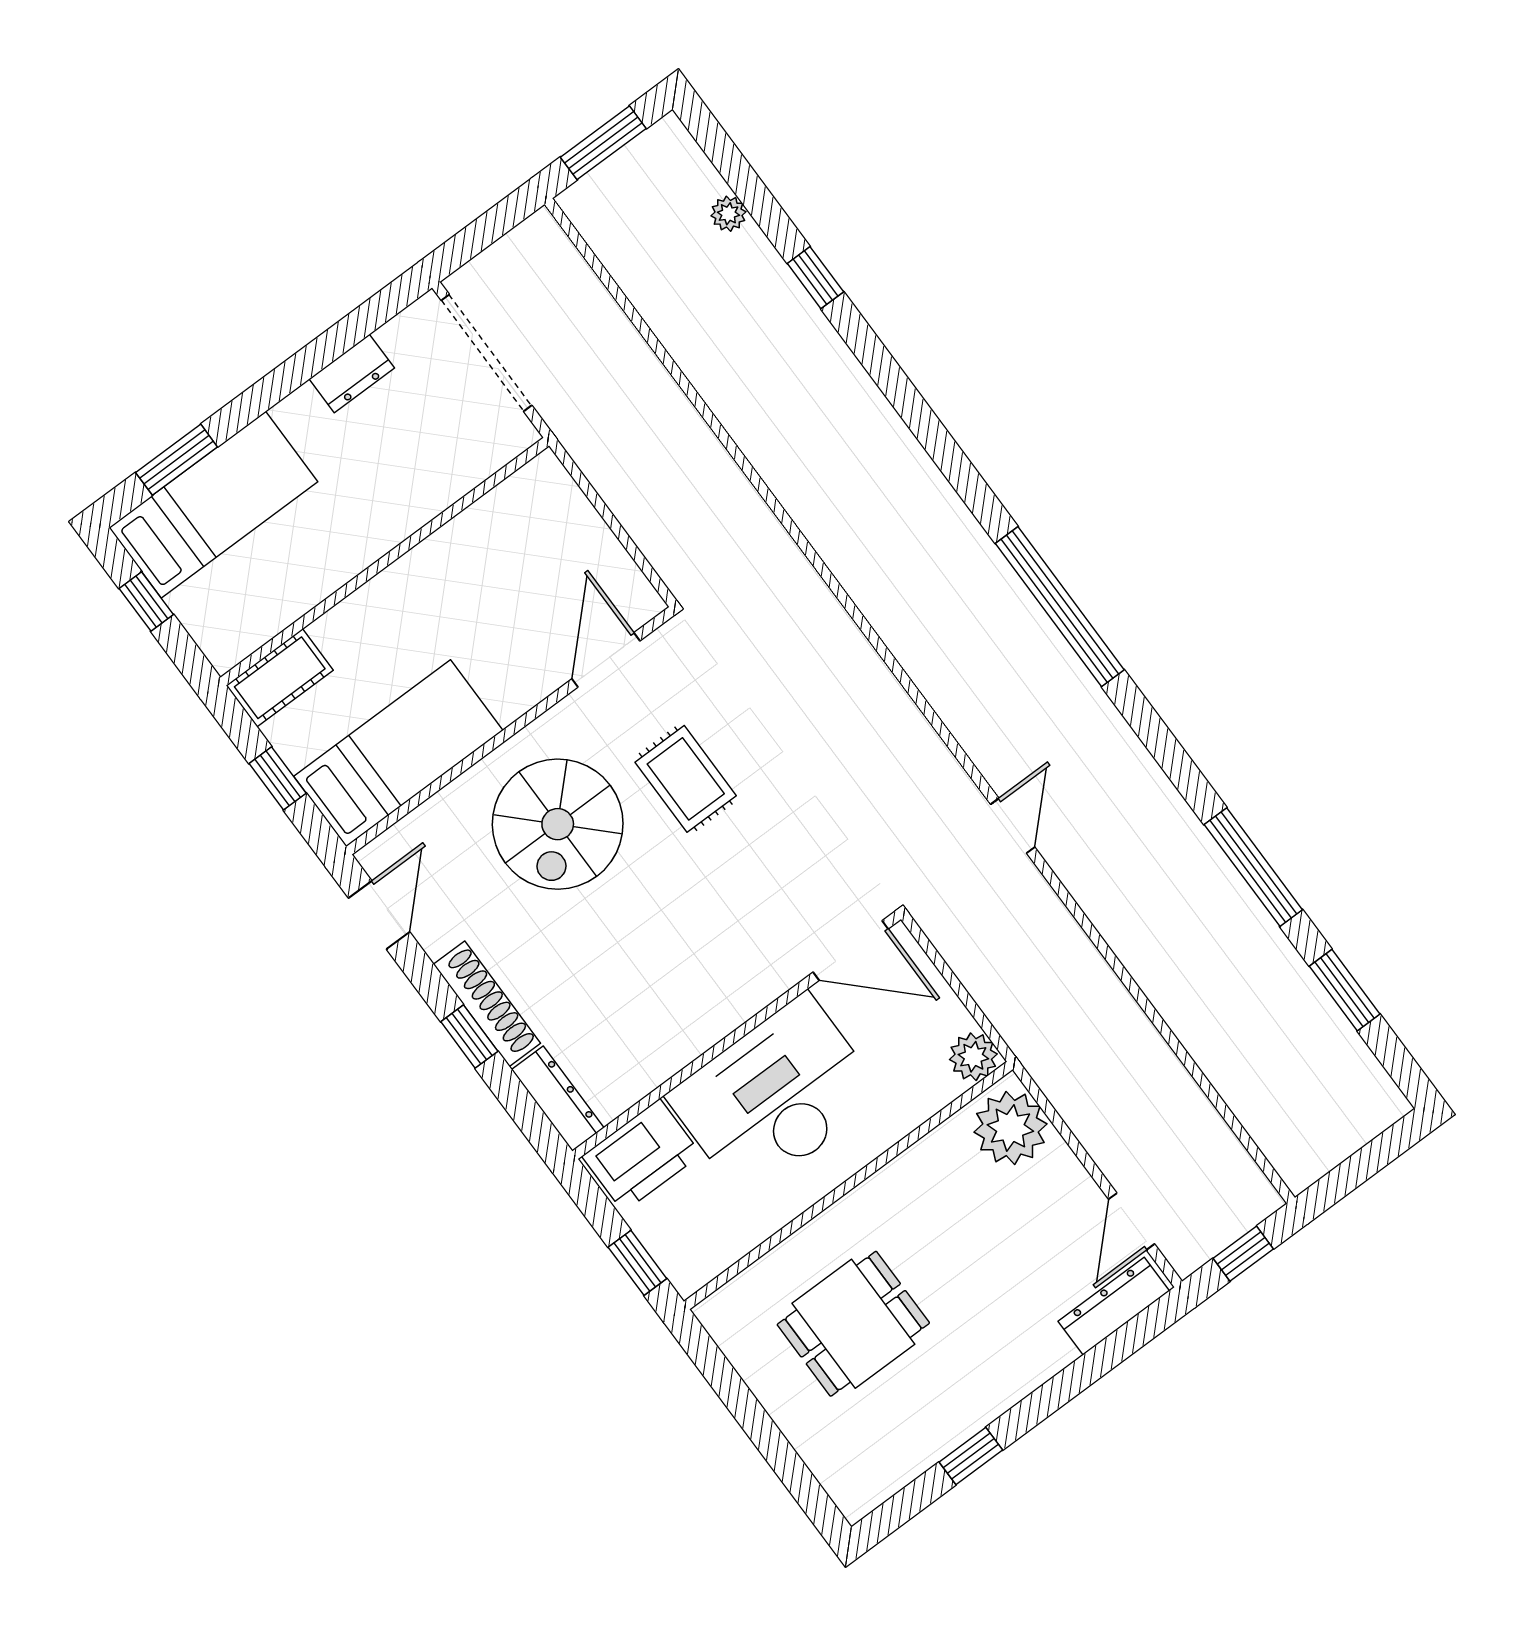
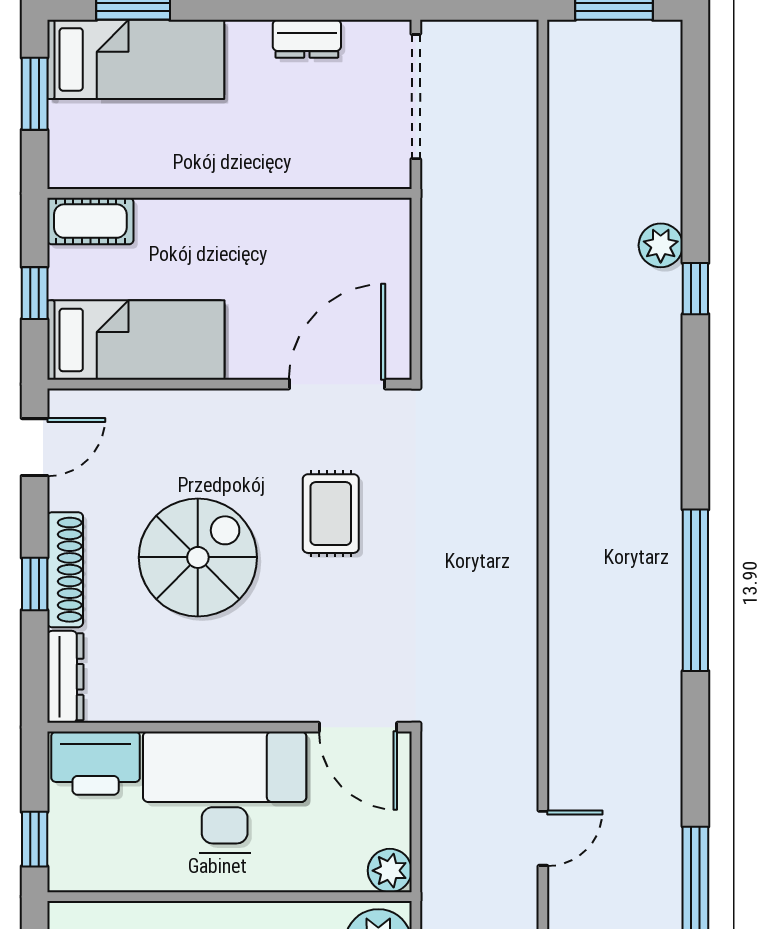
plant: (728, 214) -> (661, 245), moved, width x1.38, depth x1.38
window: (815, 278) -> (695, 289), moved
window: (146, 602) -> (35, 94), width x1.50
door: (606, 660) -> (337, 384), width x1.36
spiral stairs: (558, 824) -> (198, 557), moved, turned 180
door: (1013, 826) -> (543, 838), moved

